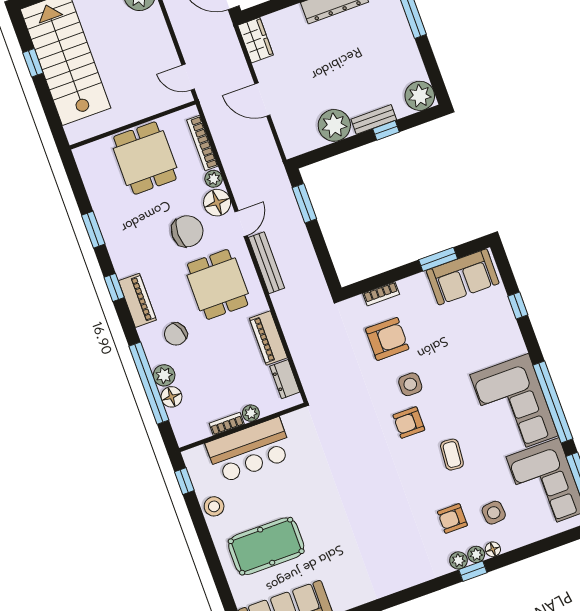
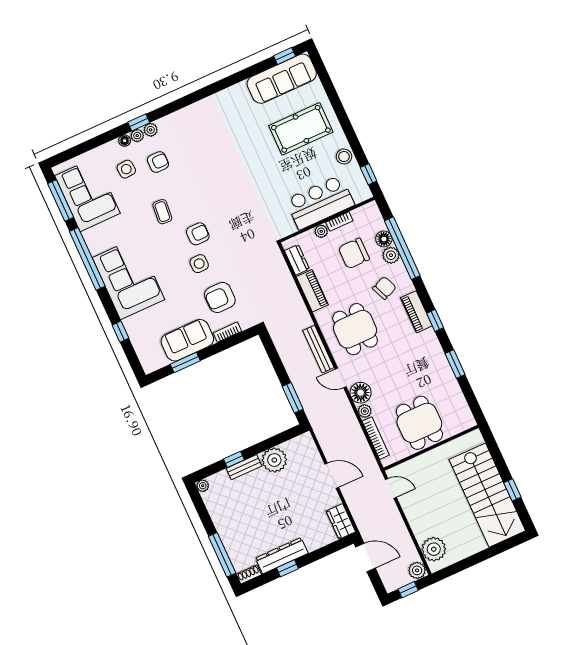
plant: (420, 96) -> (203, 486), width x0.53, depth x0.53
door: (241, 224) -> (341, 378), hinge flipped
chair: (187, 231) -> (354, 253), moved
sofa: (463, 277) -> (187, 340), moved
corner sofa: (514, 405) -> (128, 279), moved

